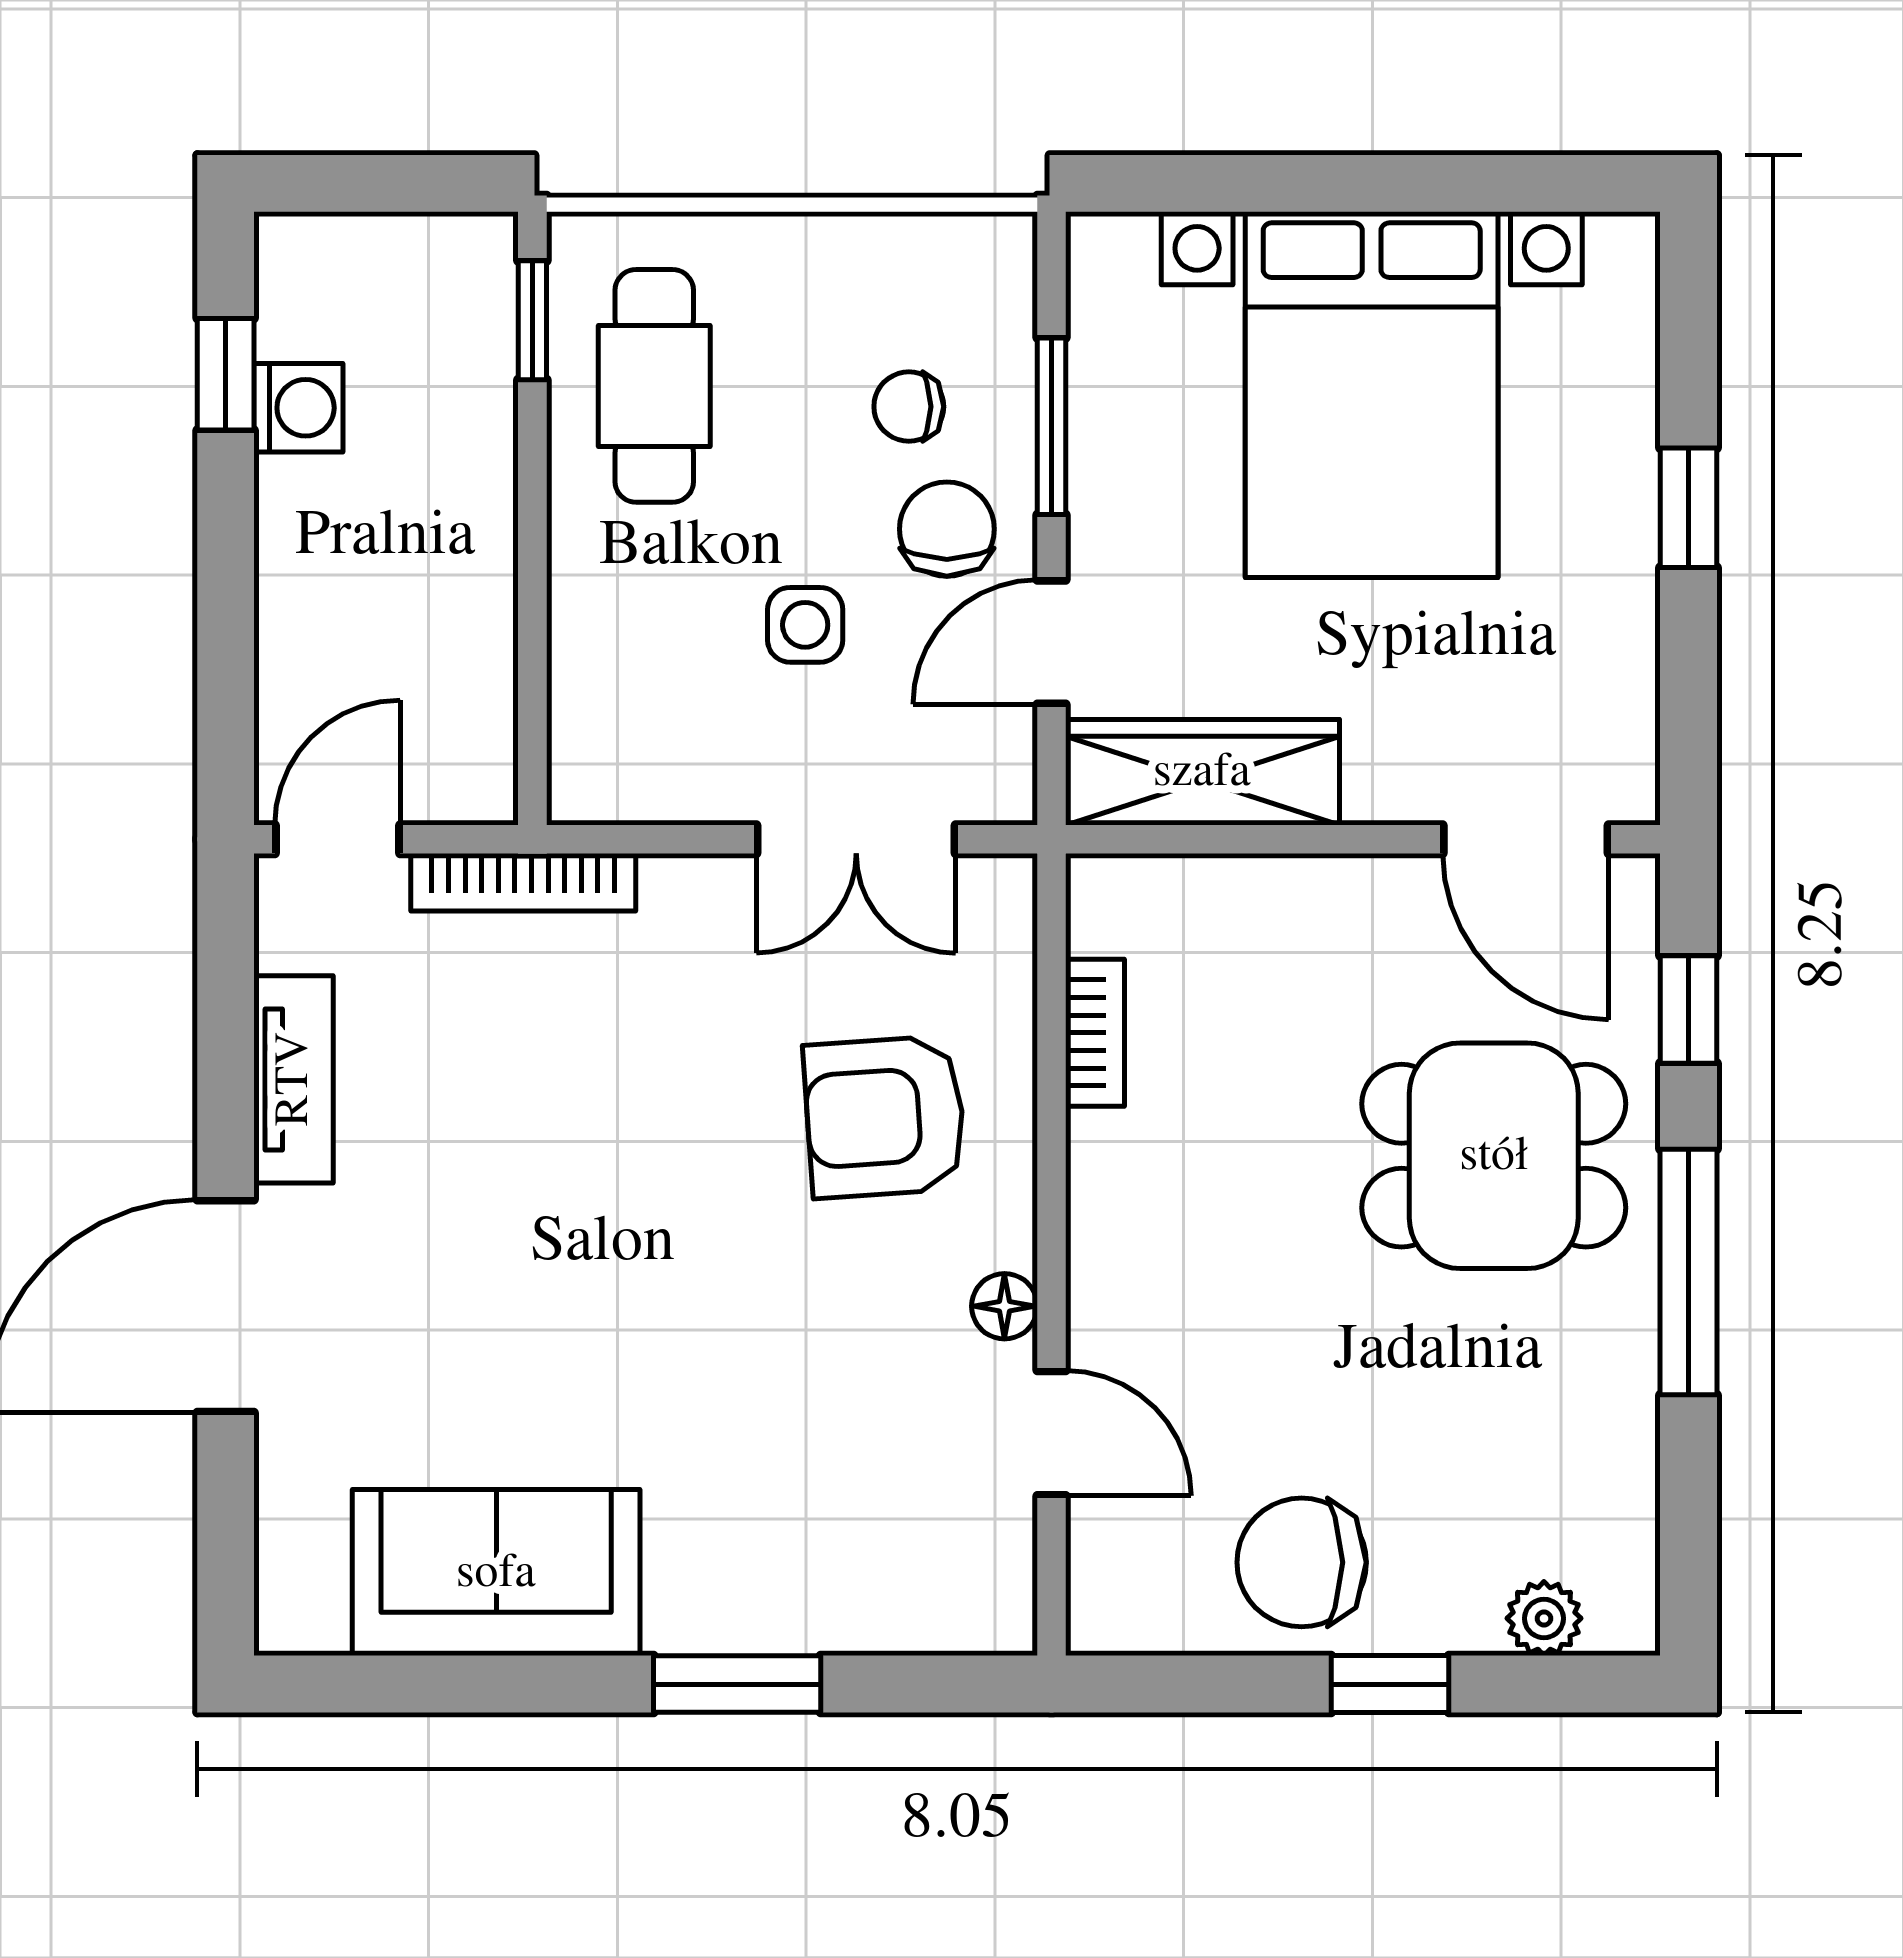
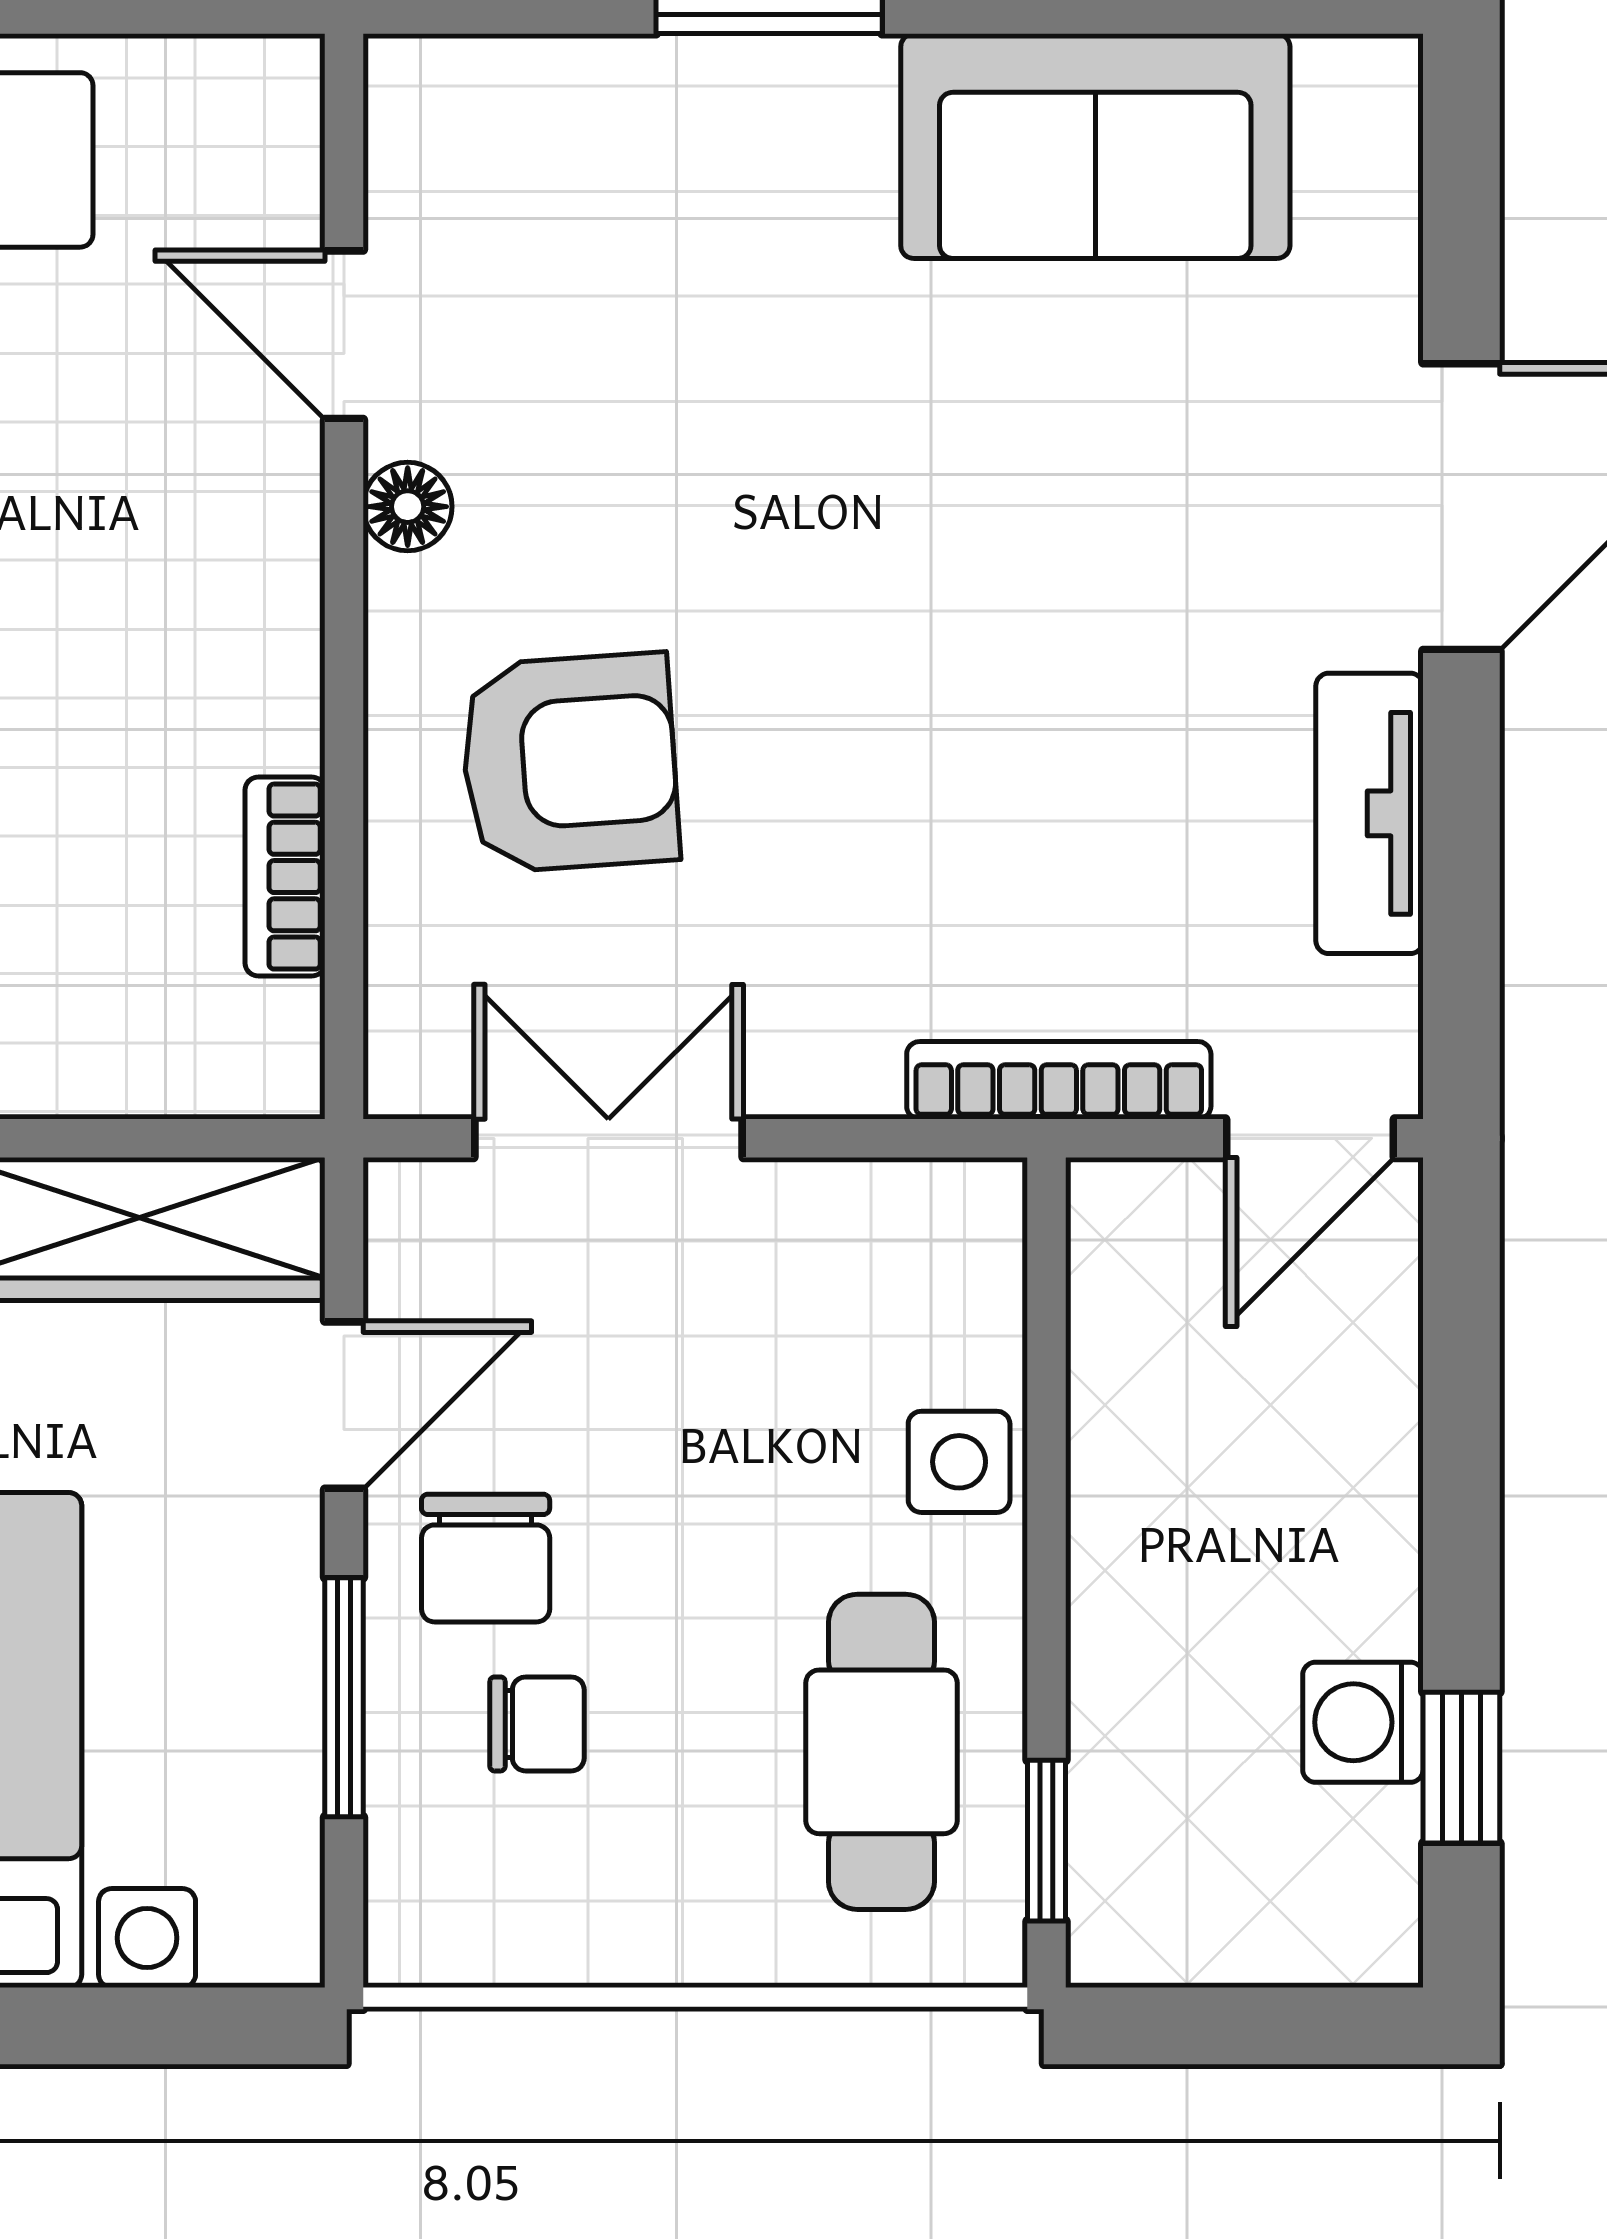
side table: (805, 625) -> (959, 1462), moved

